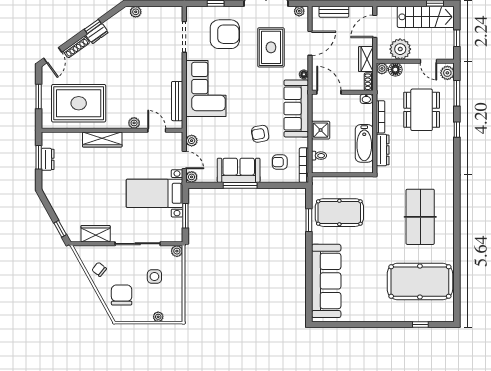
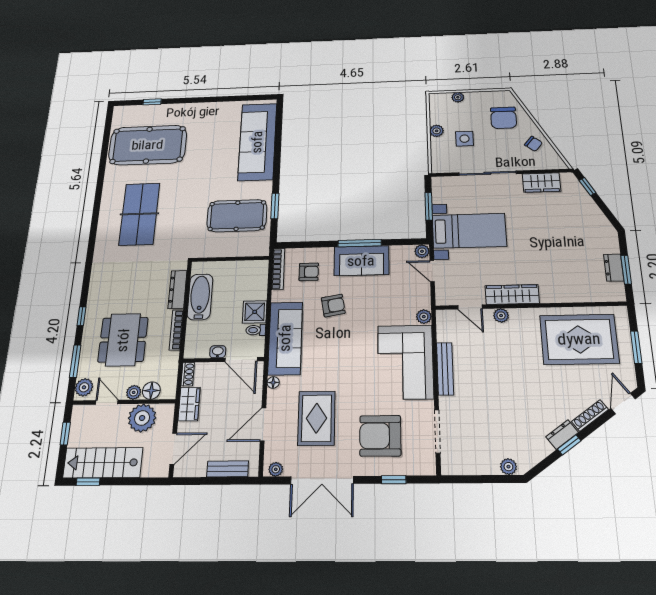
plant: (382, 68) -> (134, 392), moved
washbasin: (366, 99) -> (218, 352), moved
bench: (177, 101) -> (445, 369), moved
wardrobe: (102, 139) -> (512, 295), moved
plant: (192, 141) -> (424, 317), moved
toilet: (319, 156) -> (256, 330), moved
plant: (177, 251) -> (437, 131), moved

